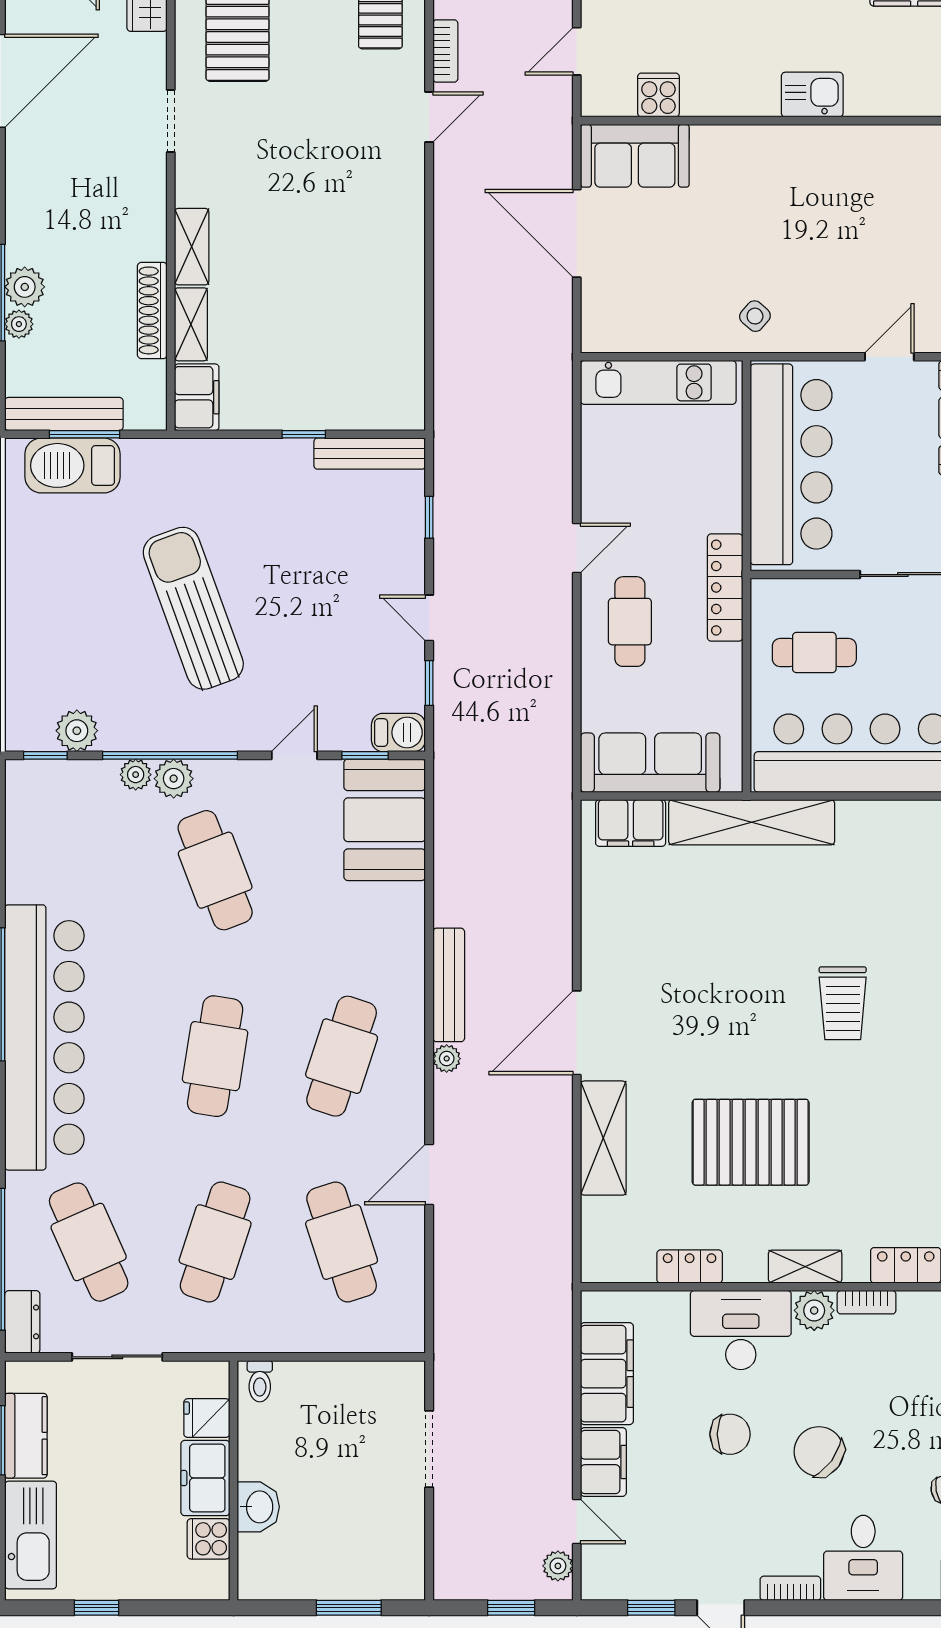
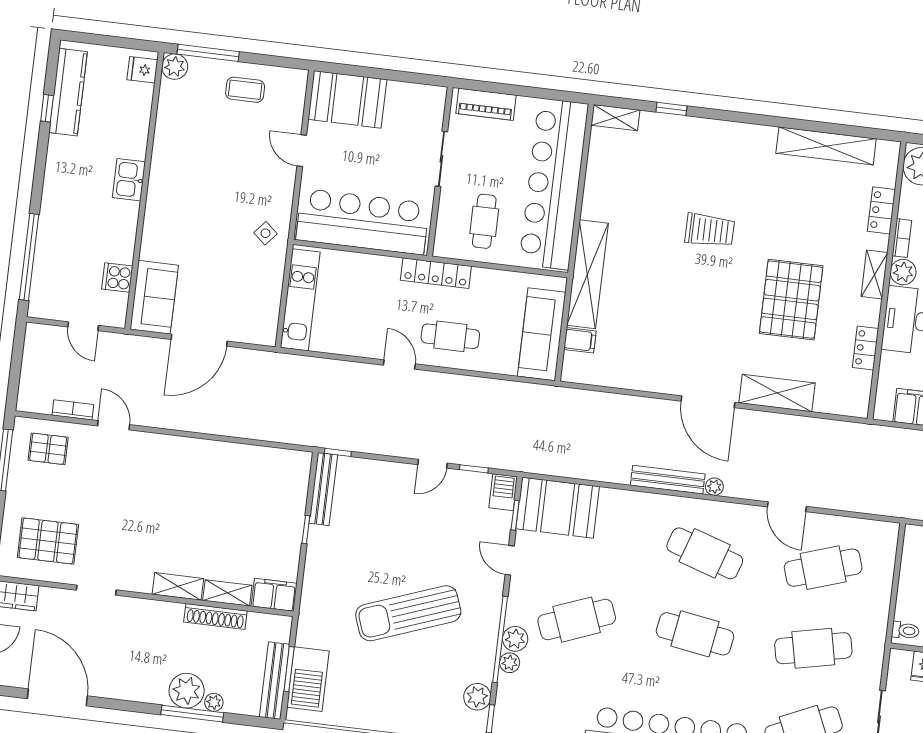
plant: (25, 287) -> (187, 691), width x1.36, depth x1.36
window: (429, 517) -> (338, 452), moved
filing cabinet: (631, 823) -> (580, 340), width x0.50
cafe table: (215, 1242) -> (813, 648), turned -30

